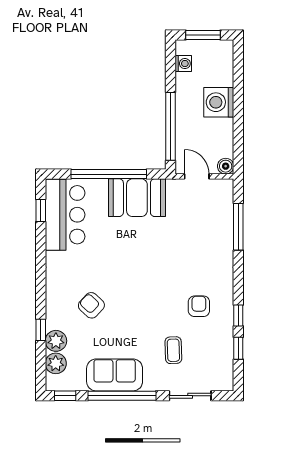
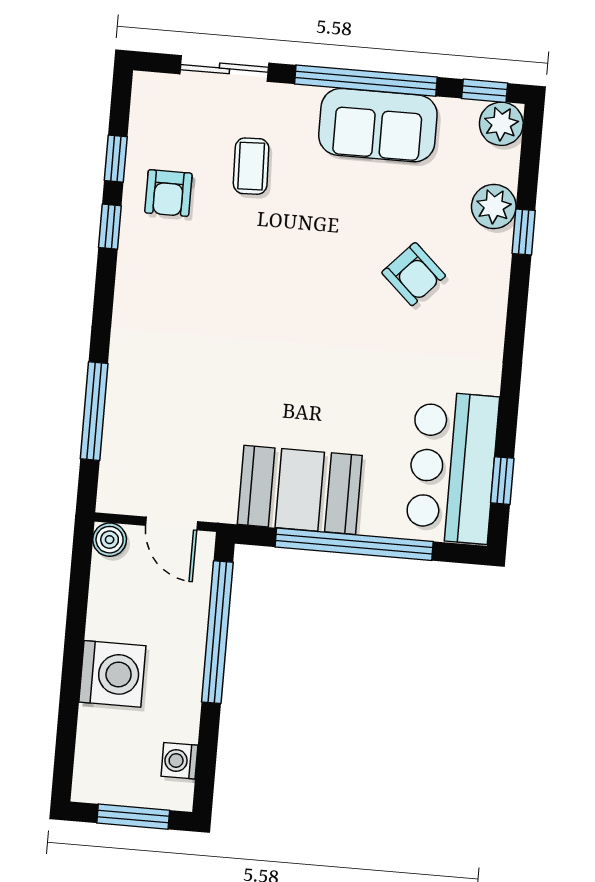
armchair: (199, 306) -> (168, 193), moved
plant: (56, 363) -> (501, 124), moved

